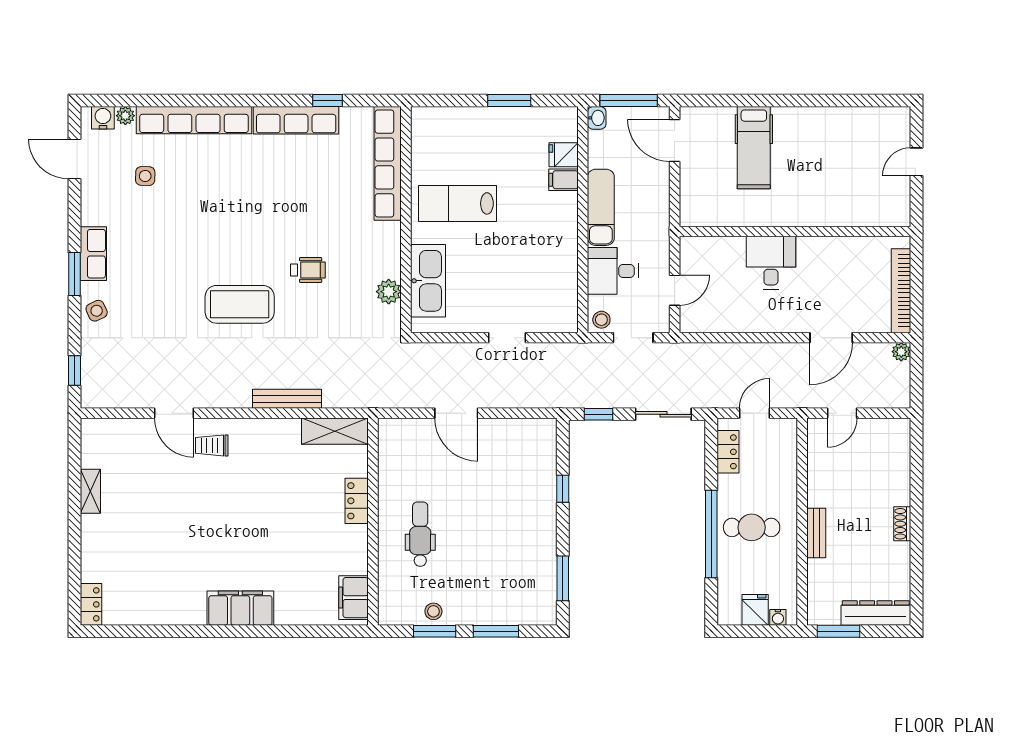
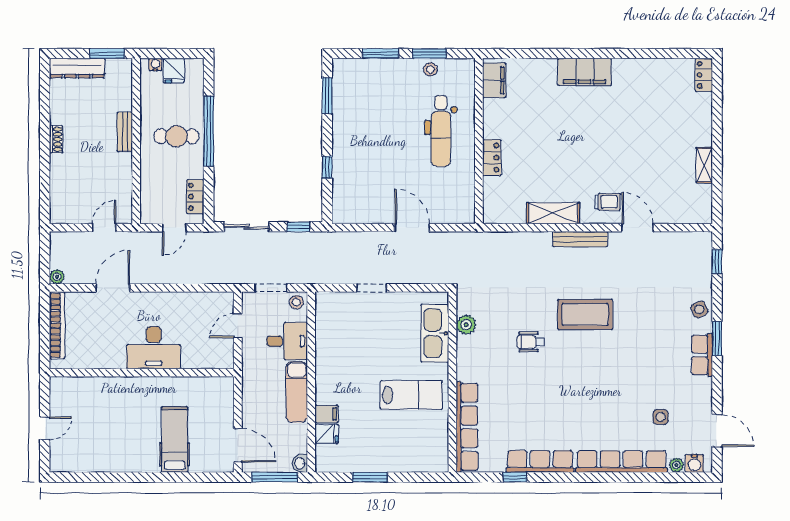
desk: (771, 263) -> (154, 348), width x1.37
bench: (287, 399) -> (580, 239), moved
shelving: (335, 431) -> (553, 213), moved
dental chair: (420, 534) -> (441, 131), width x1.36, depth x1.38

